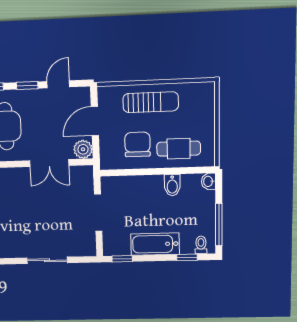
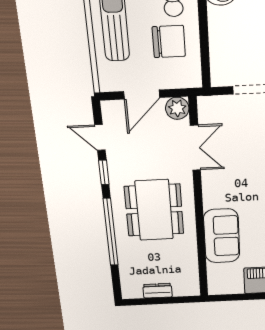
door: (95, 121) -> (142, 95), hinge flipped
chair: (138, 144) -> (169, 42), turned 180

